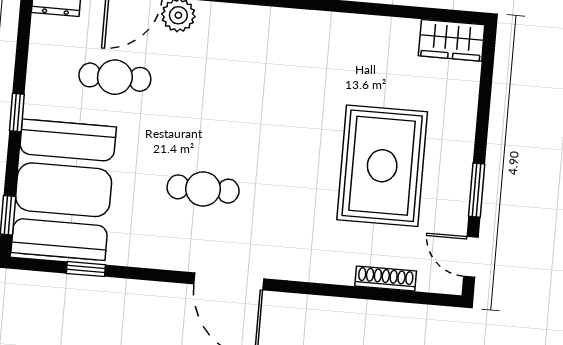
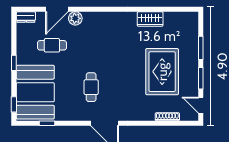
wardrobe: (452, 40) -> (150, 19), moved
window: (483, 115) -> (201, 48), added
cafe table: (203, 189) -> (91, 87), turned 90

